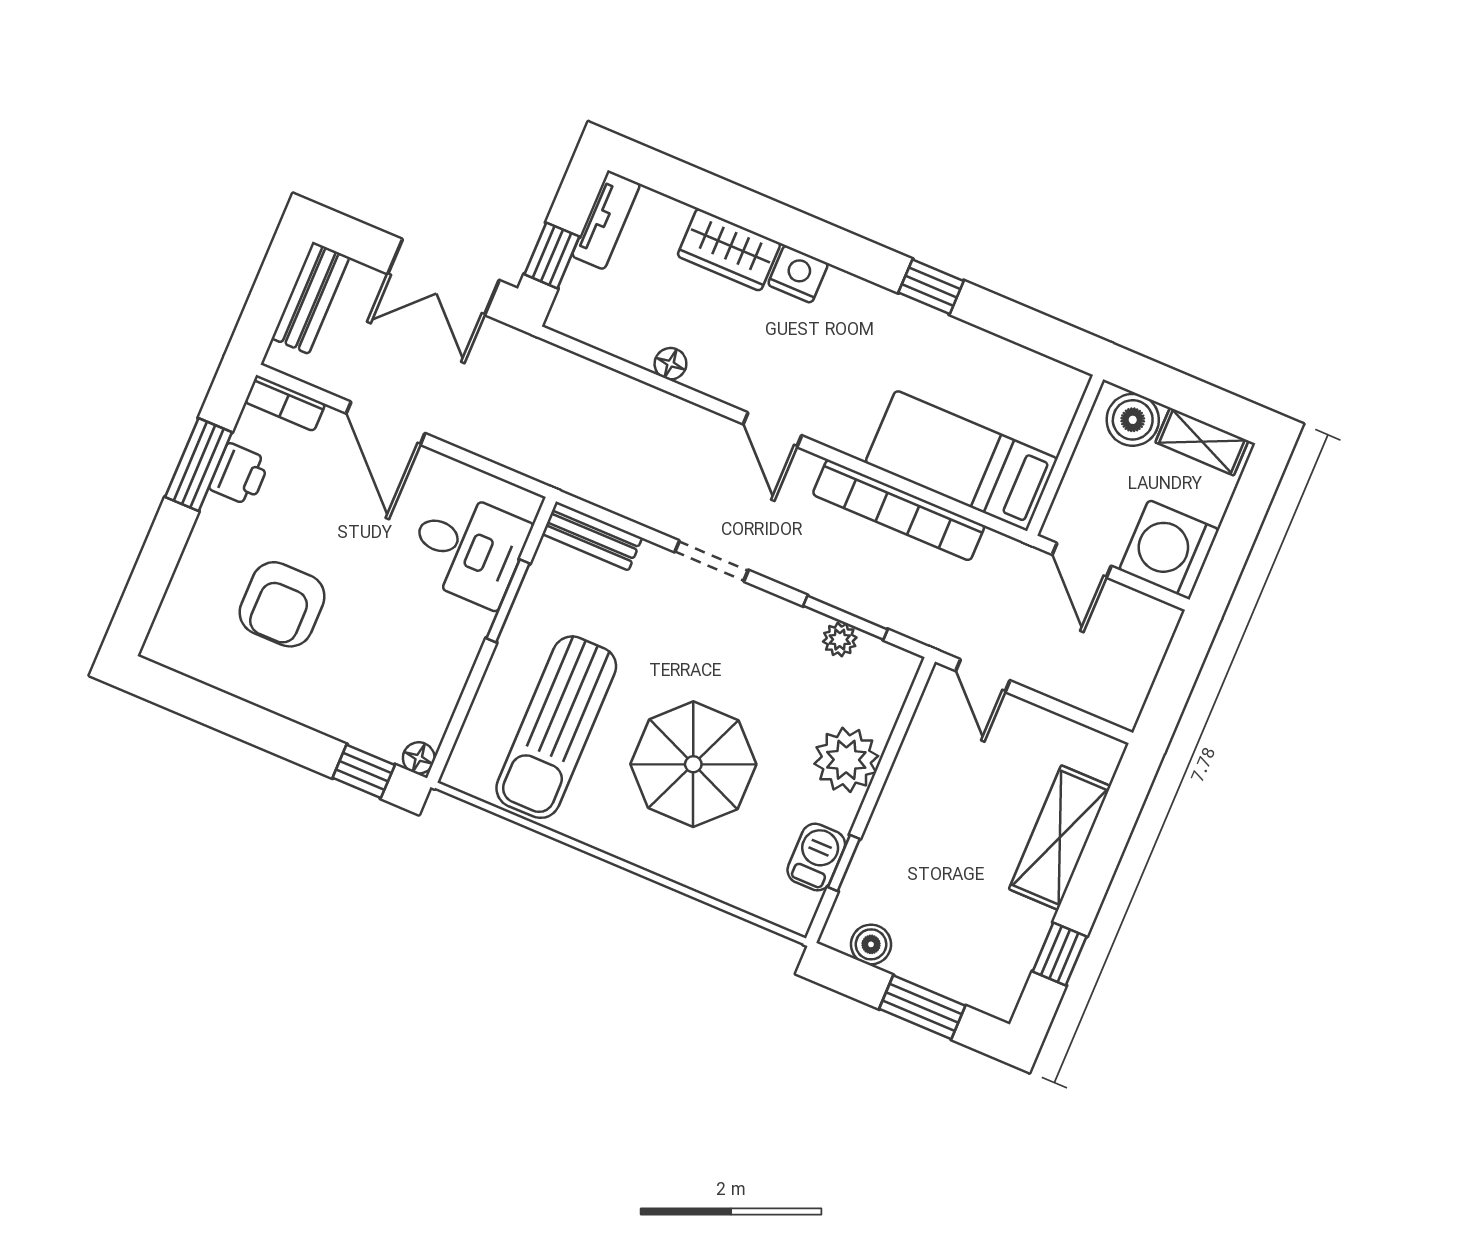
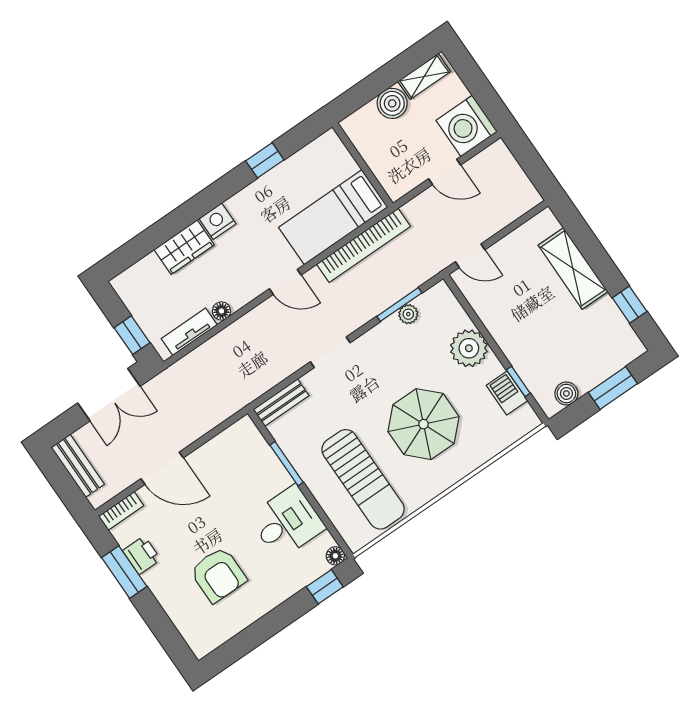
tv unit: (606, 220) -> (189, 332), moved, turned -90
wall: (1065, 455) -> (363, 165), moved
bed: (961, 461) -> (333, 217), moved
desk: (468, 548) -> (287, 522), moved

